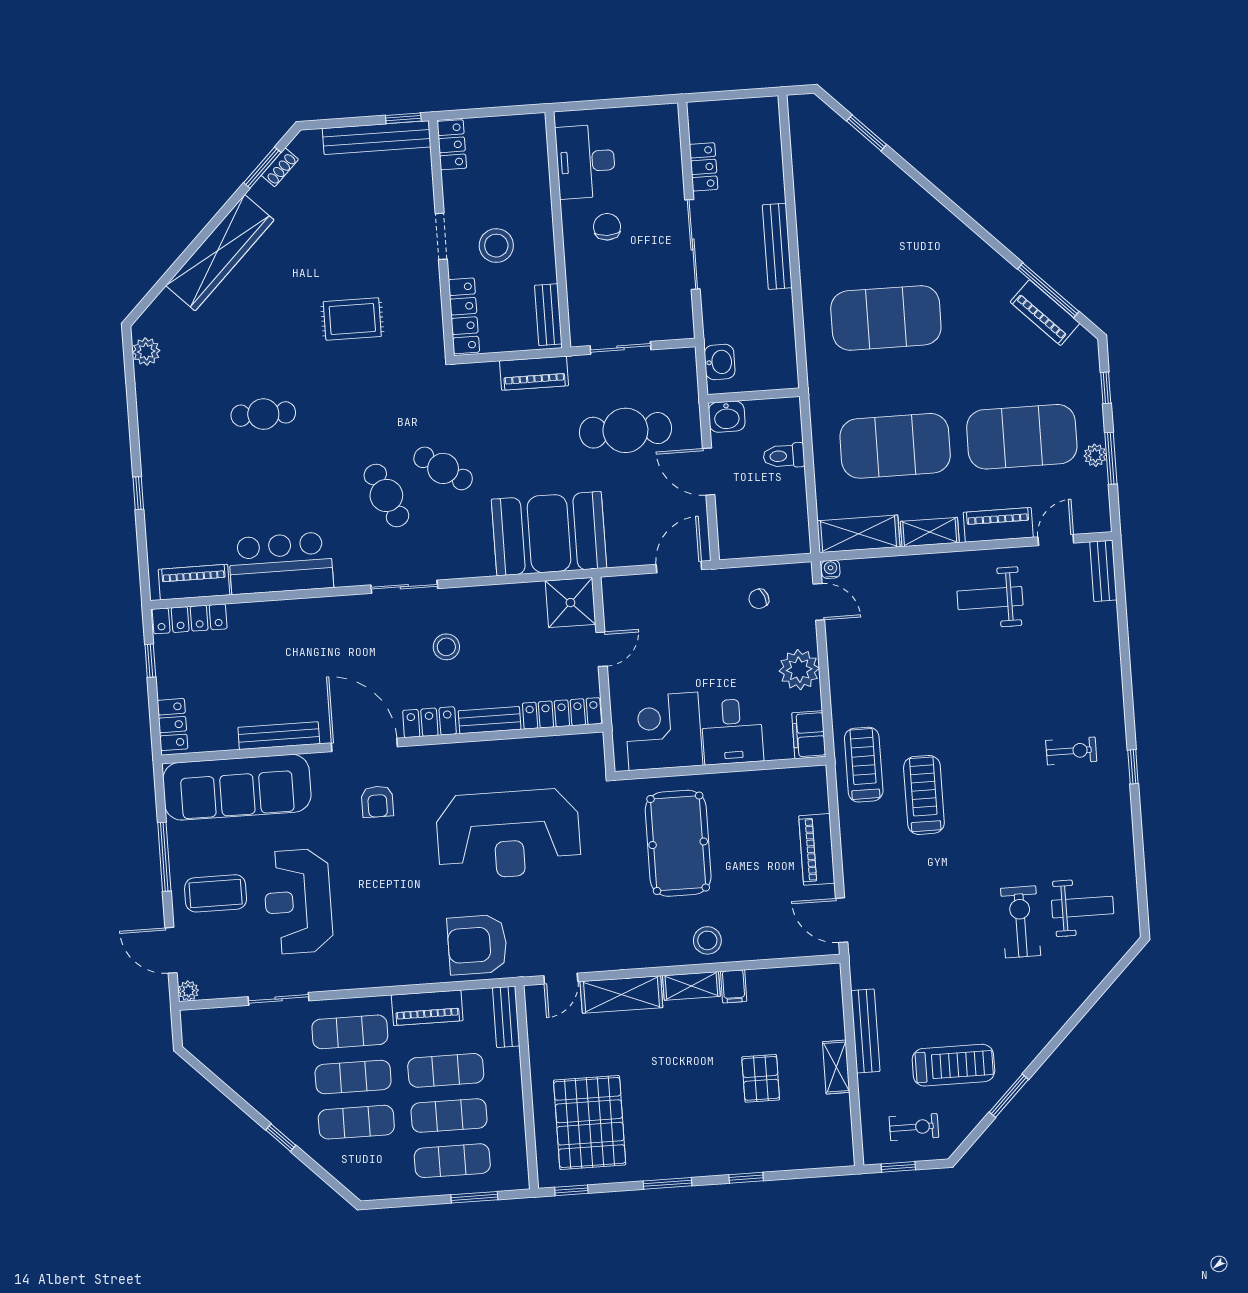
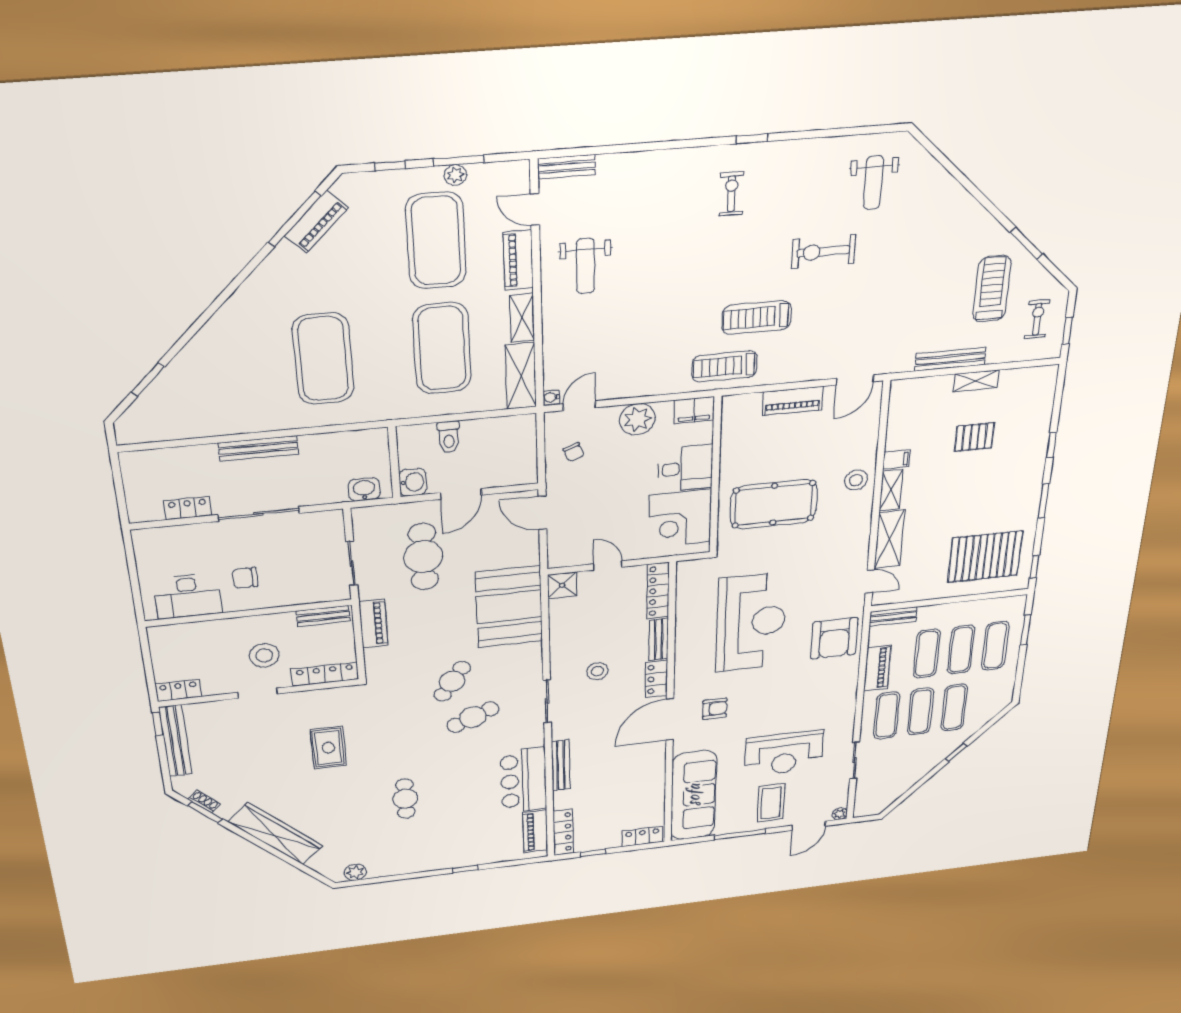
shower: (570, 603) -> (562, 585), width x0.73, depth x0.73
bench: (279, 736) -> (561, 765), moved
weight bench: (1083, 907) -> (873, 182), turned 180
exercise bike: (1021, 922) -> (823, 252), moved

